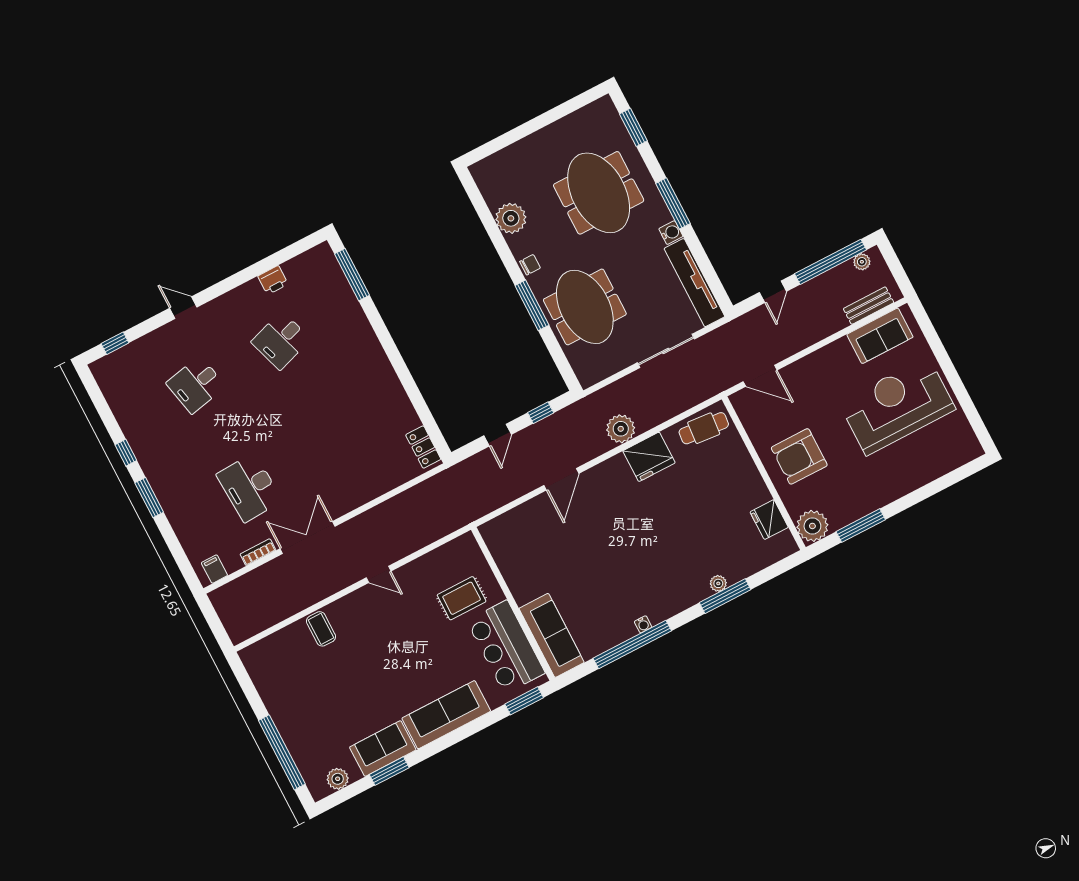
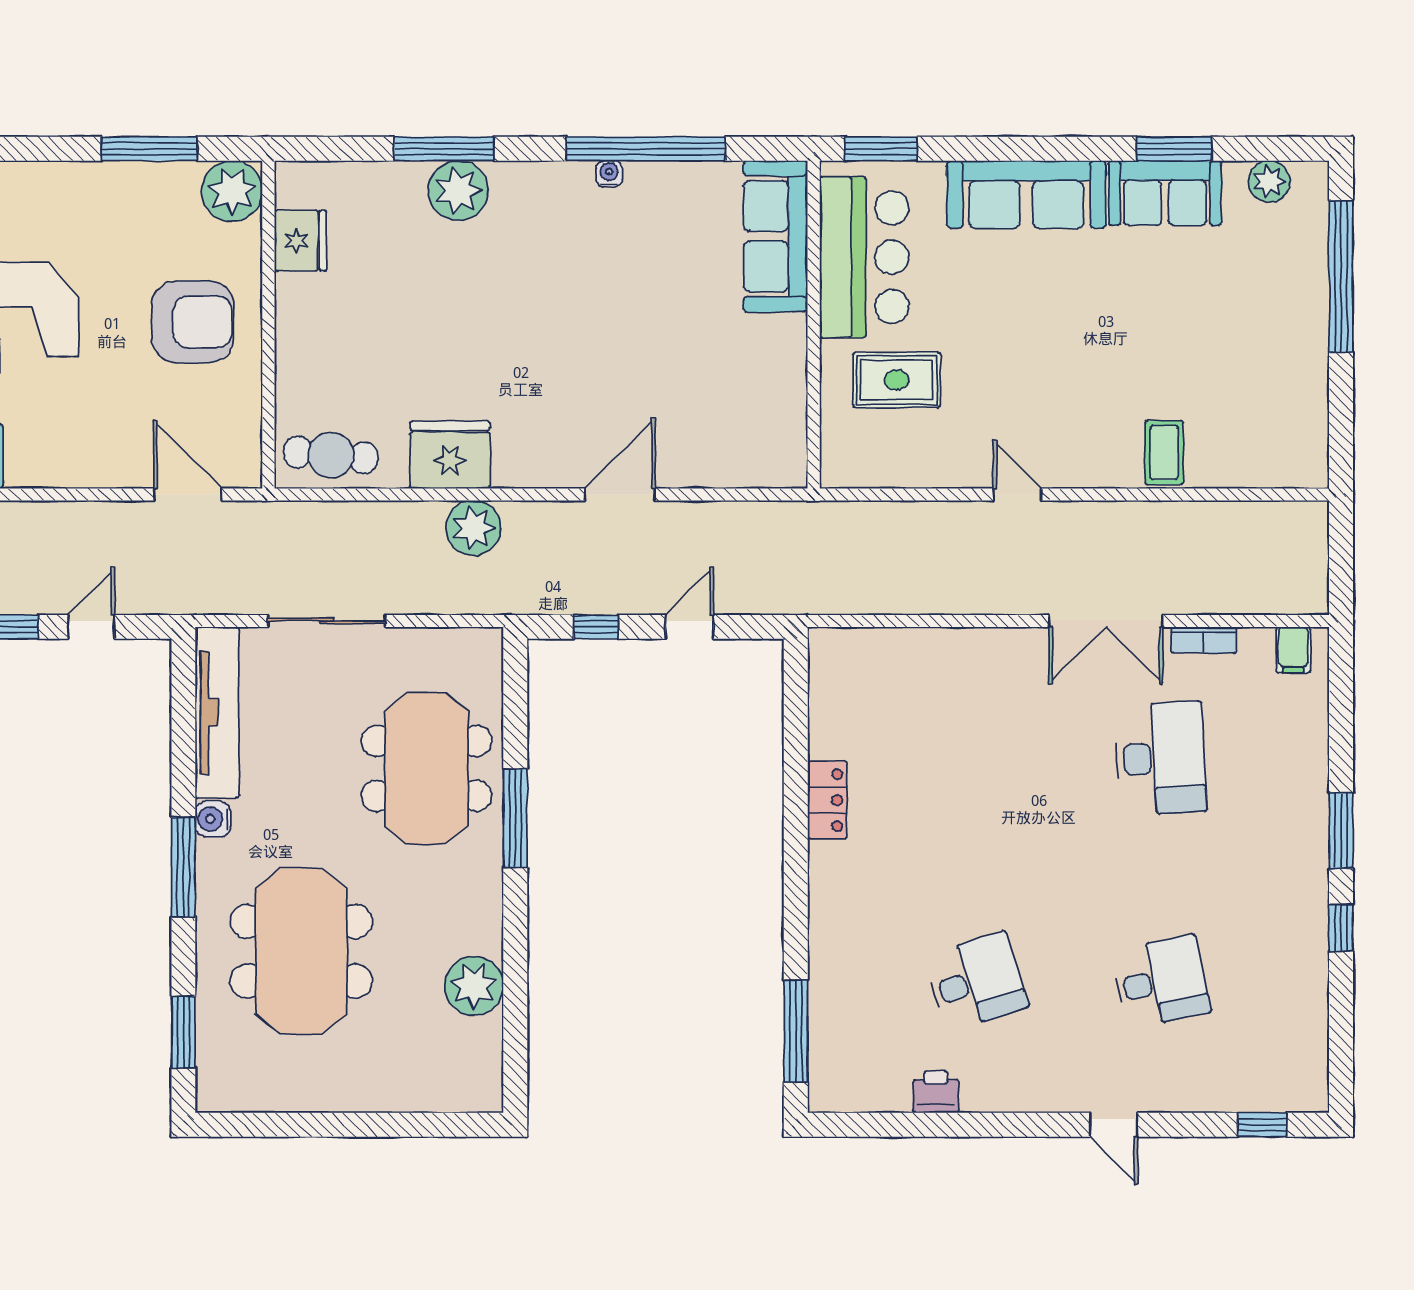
chair: (530, 265) -> (482, 889), removed
locker: (423, 447) -> (827, 800), moved
plant: (718, 583) -> (458, 191), width x1.87, depth x1.87

